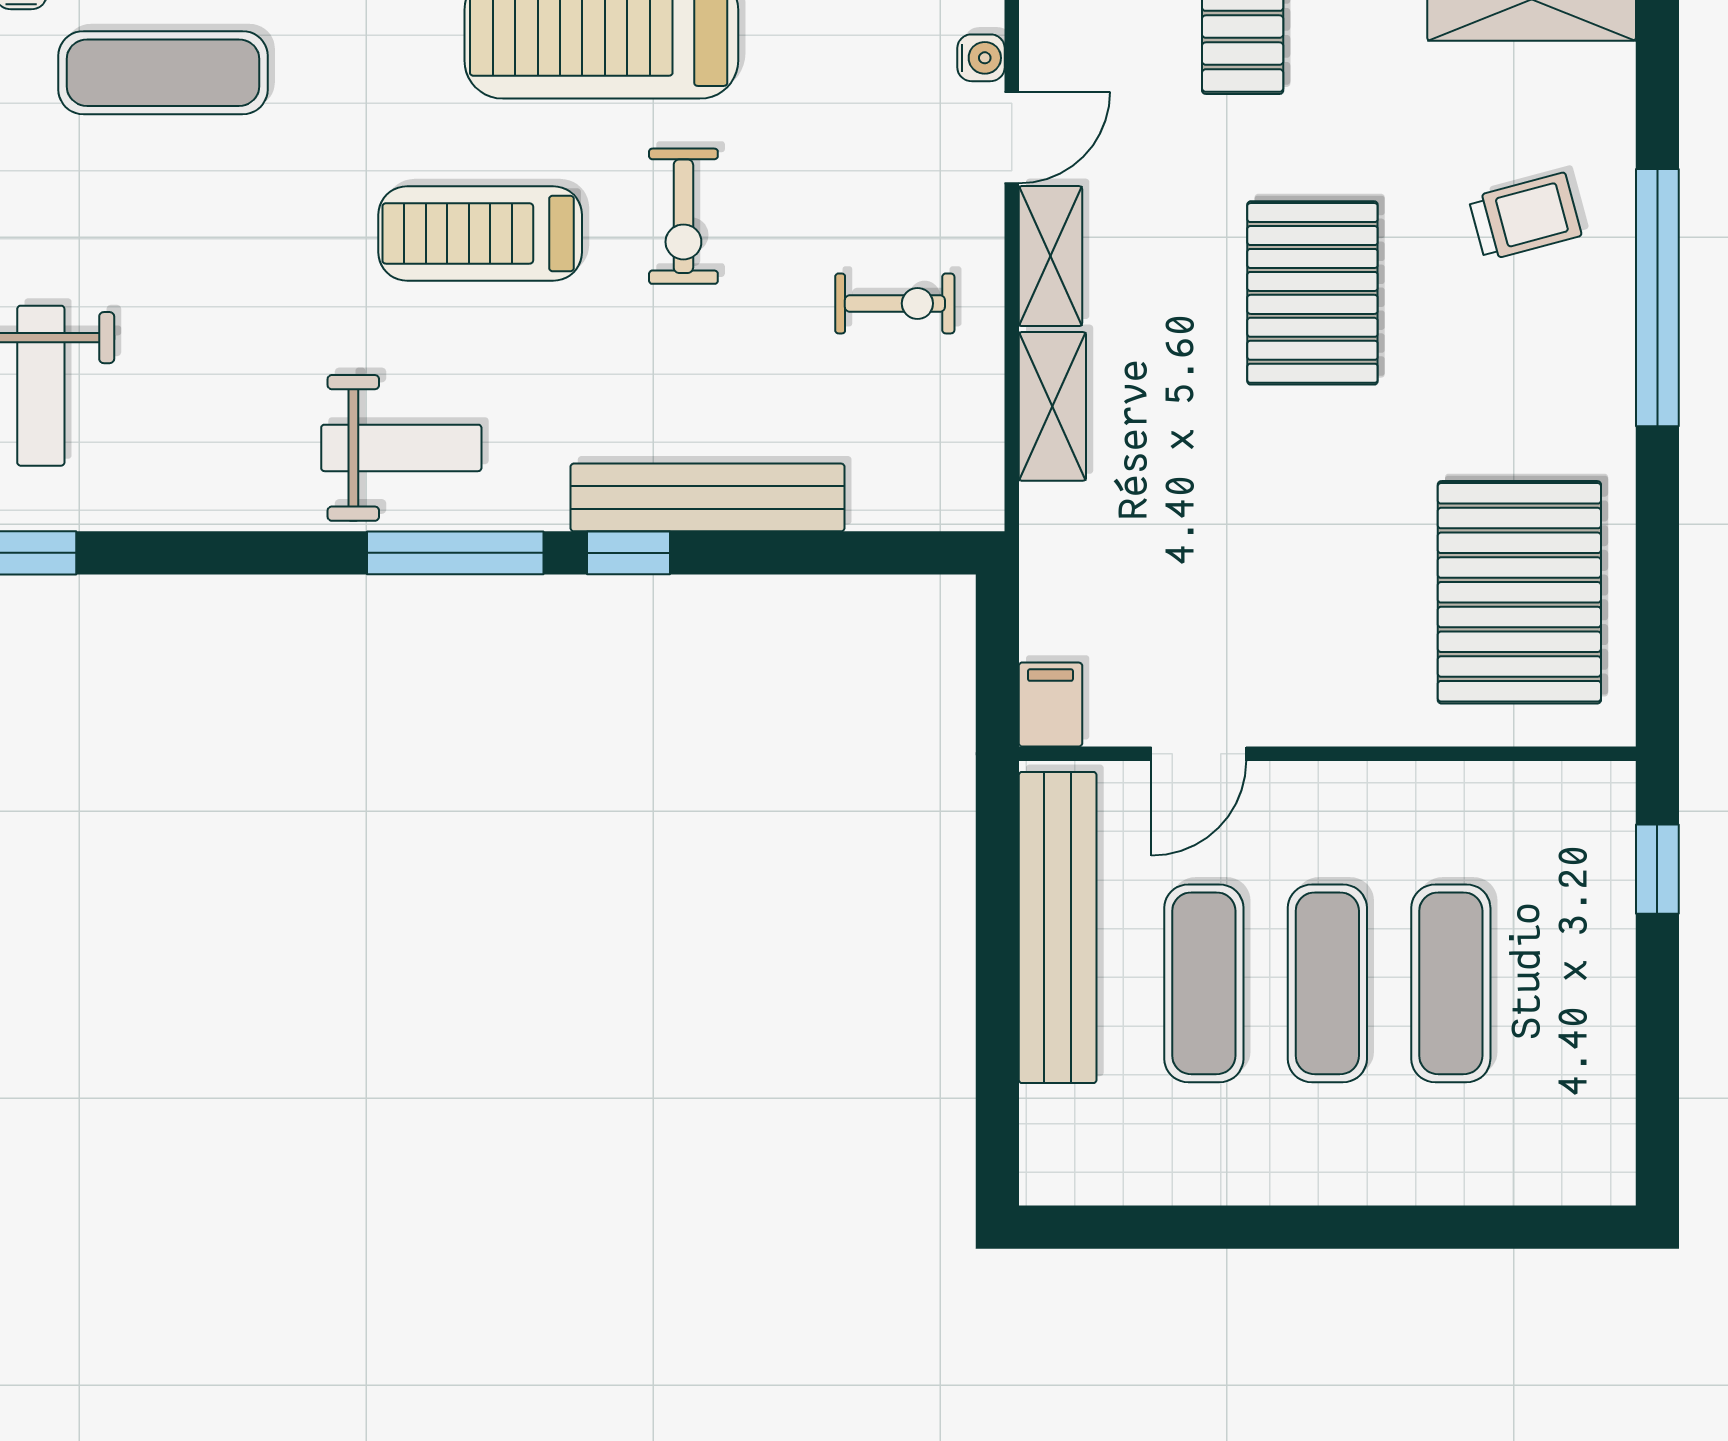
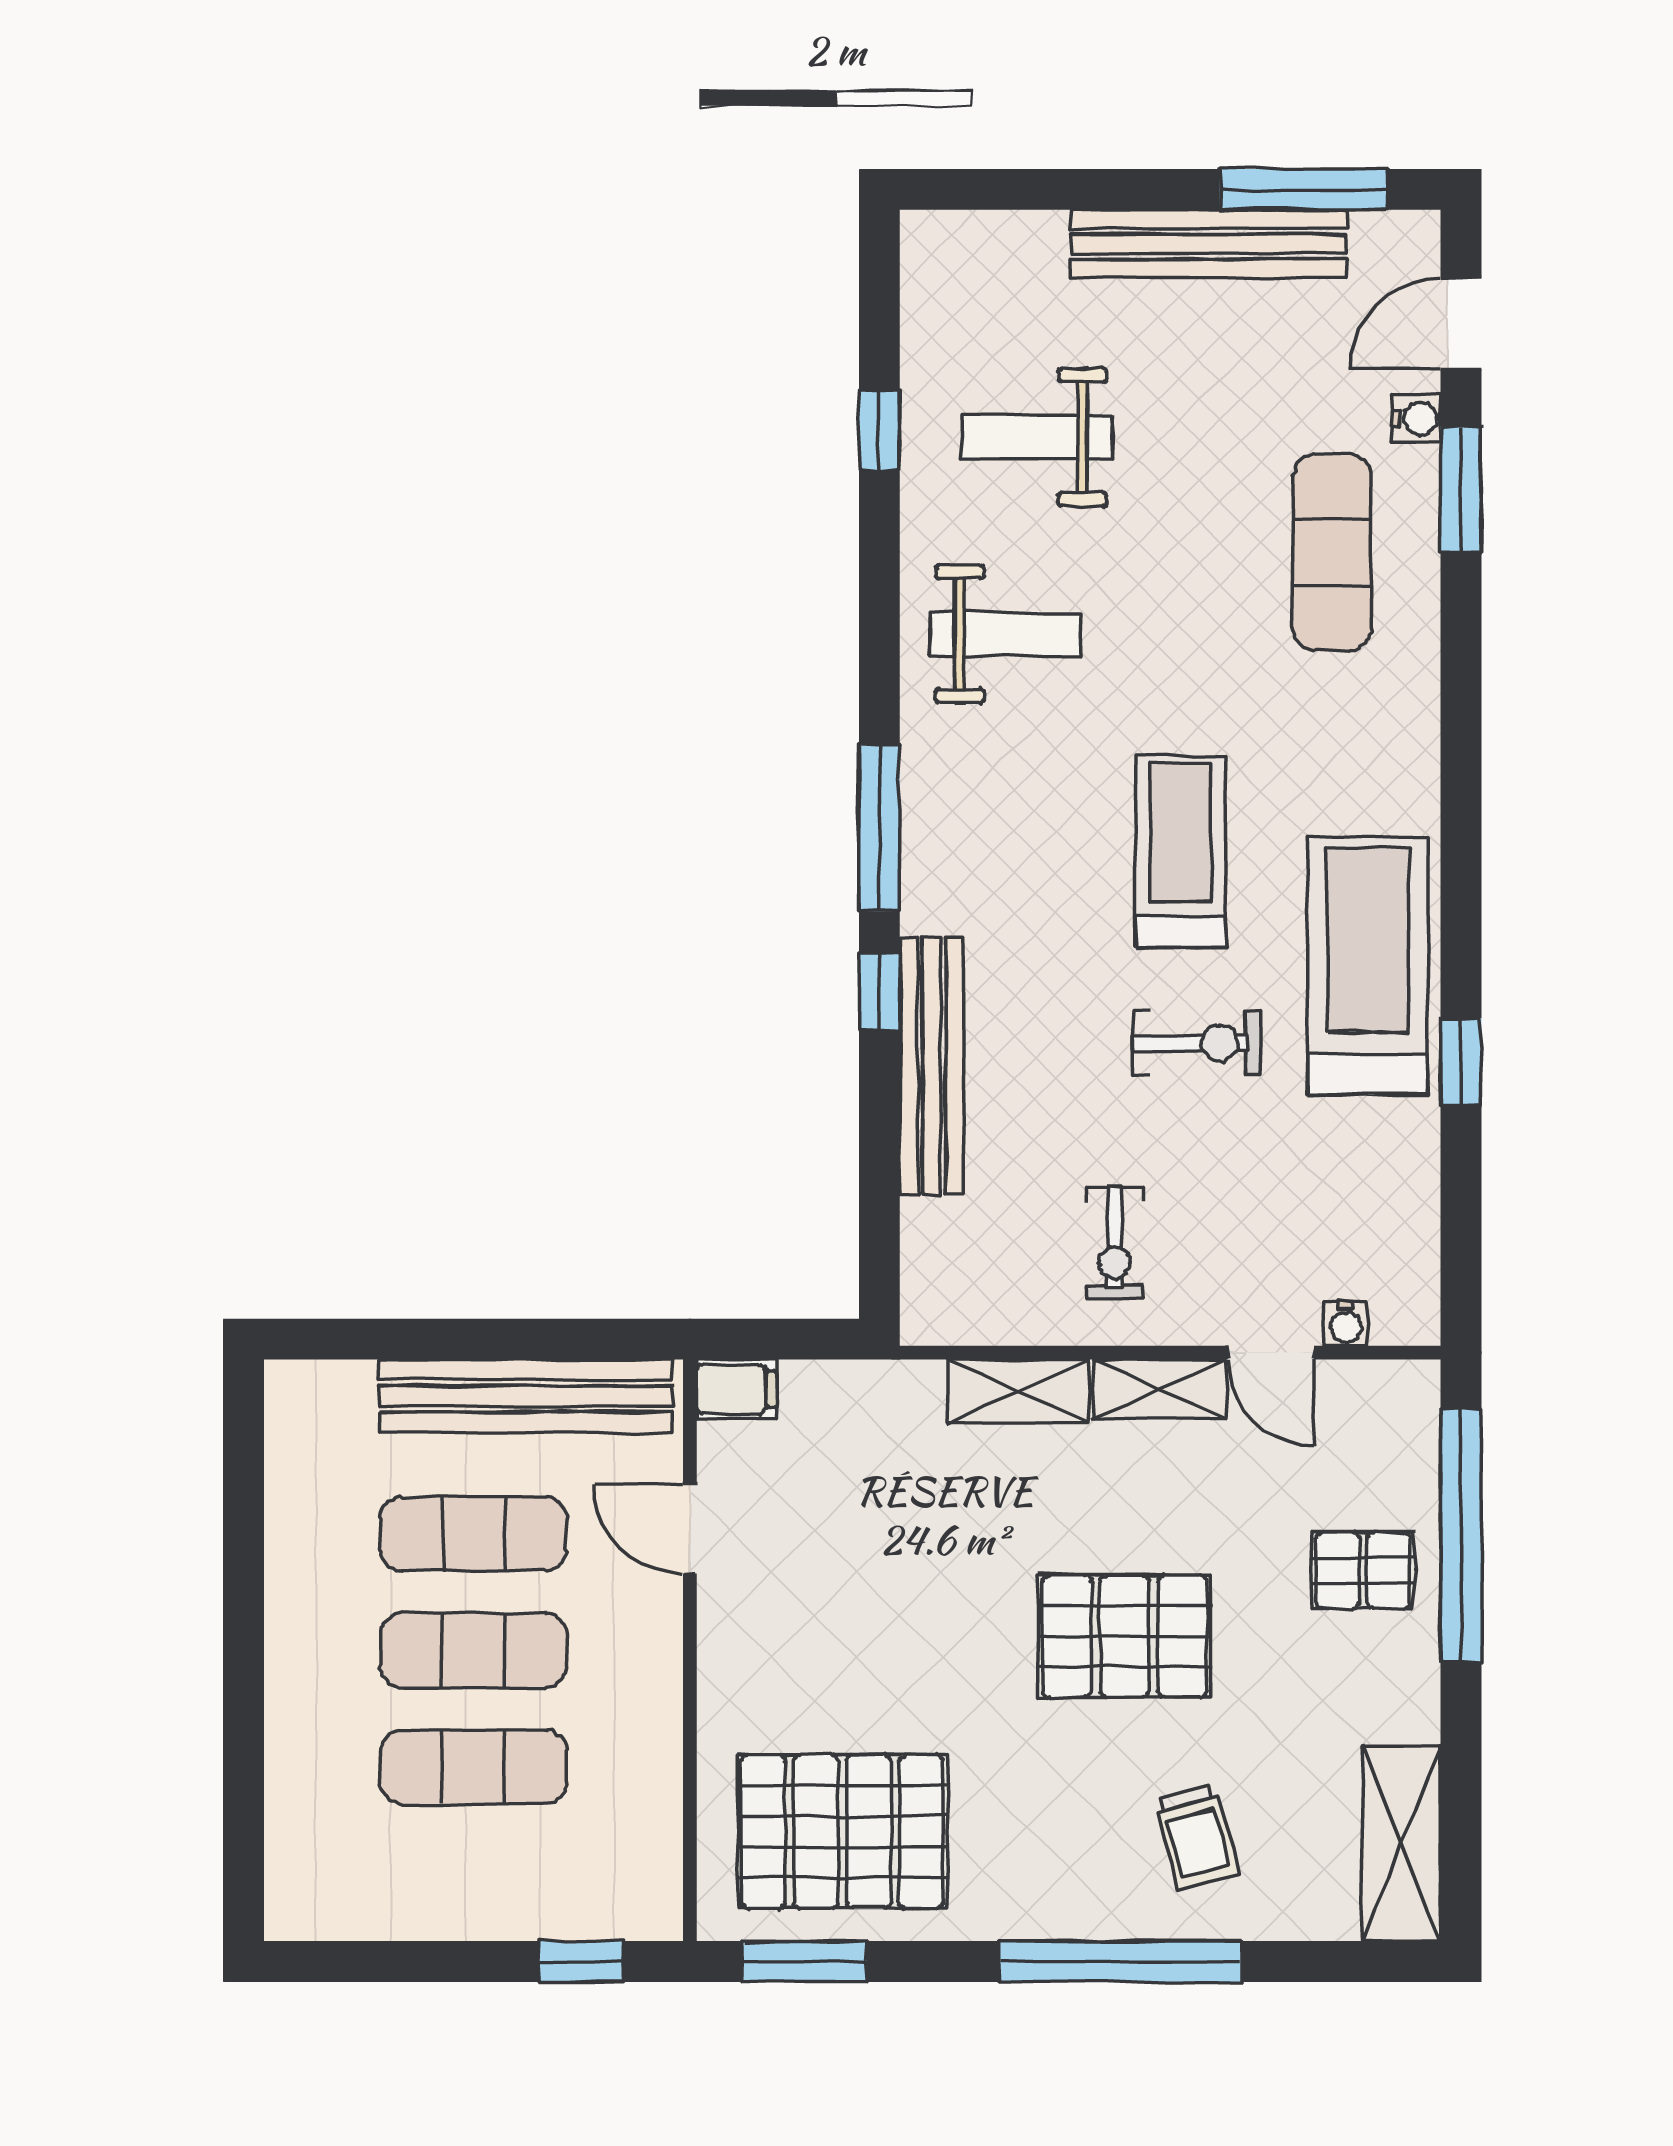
exercise bike: (683, 216) -> (1197, 1043), turned 180
weight bench: (401, 448) -> (1005, 634), moved, turned -90
window: (1657, 632) -> (805, 1961), added

